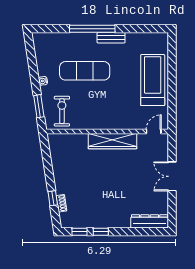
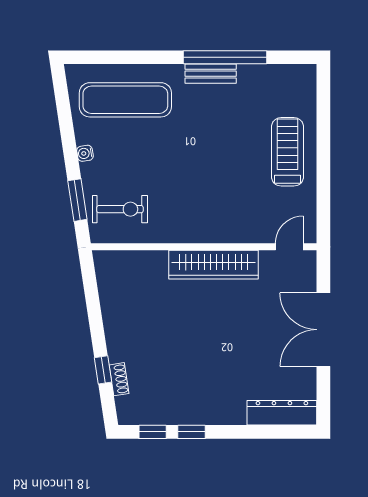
window: (92, 29) -> (225, 57), moved
exercise mat: (85, 71) -> (125, 100), moved
treadmill: (153, 80) -> (288, 152), width x0.73, depth x0.73
exercise bike: (62, 111) -> (120, 209), turned 90
double door: (172, 176) -> (323, 330), width x1.37

